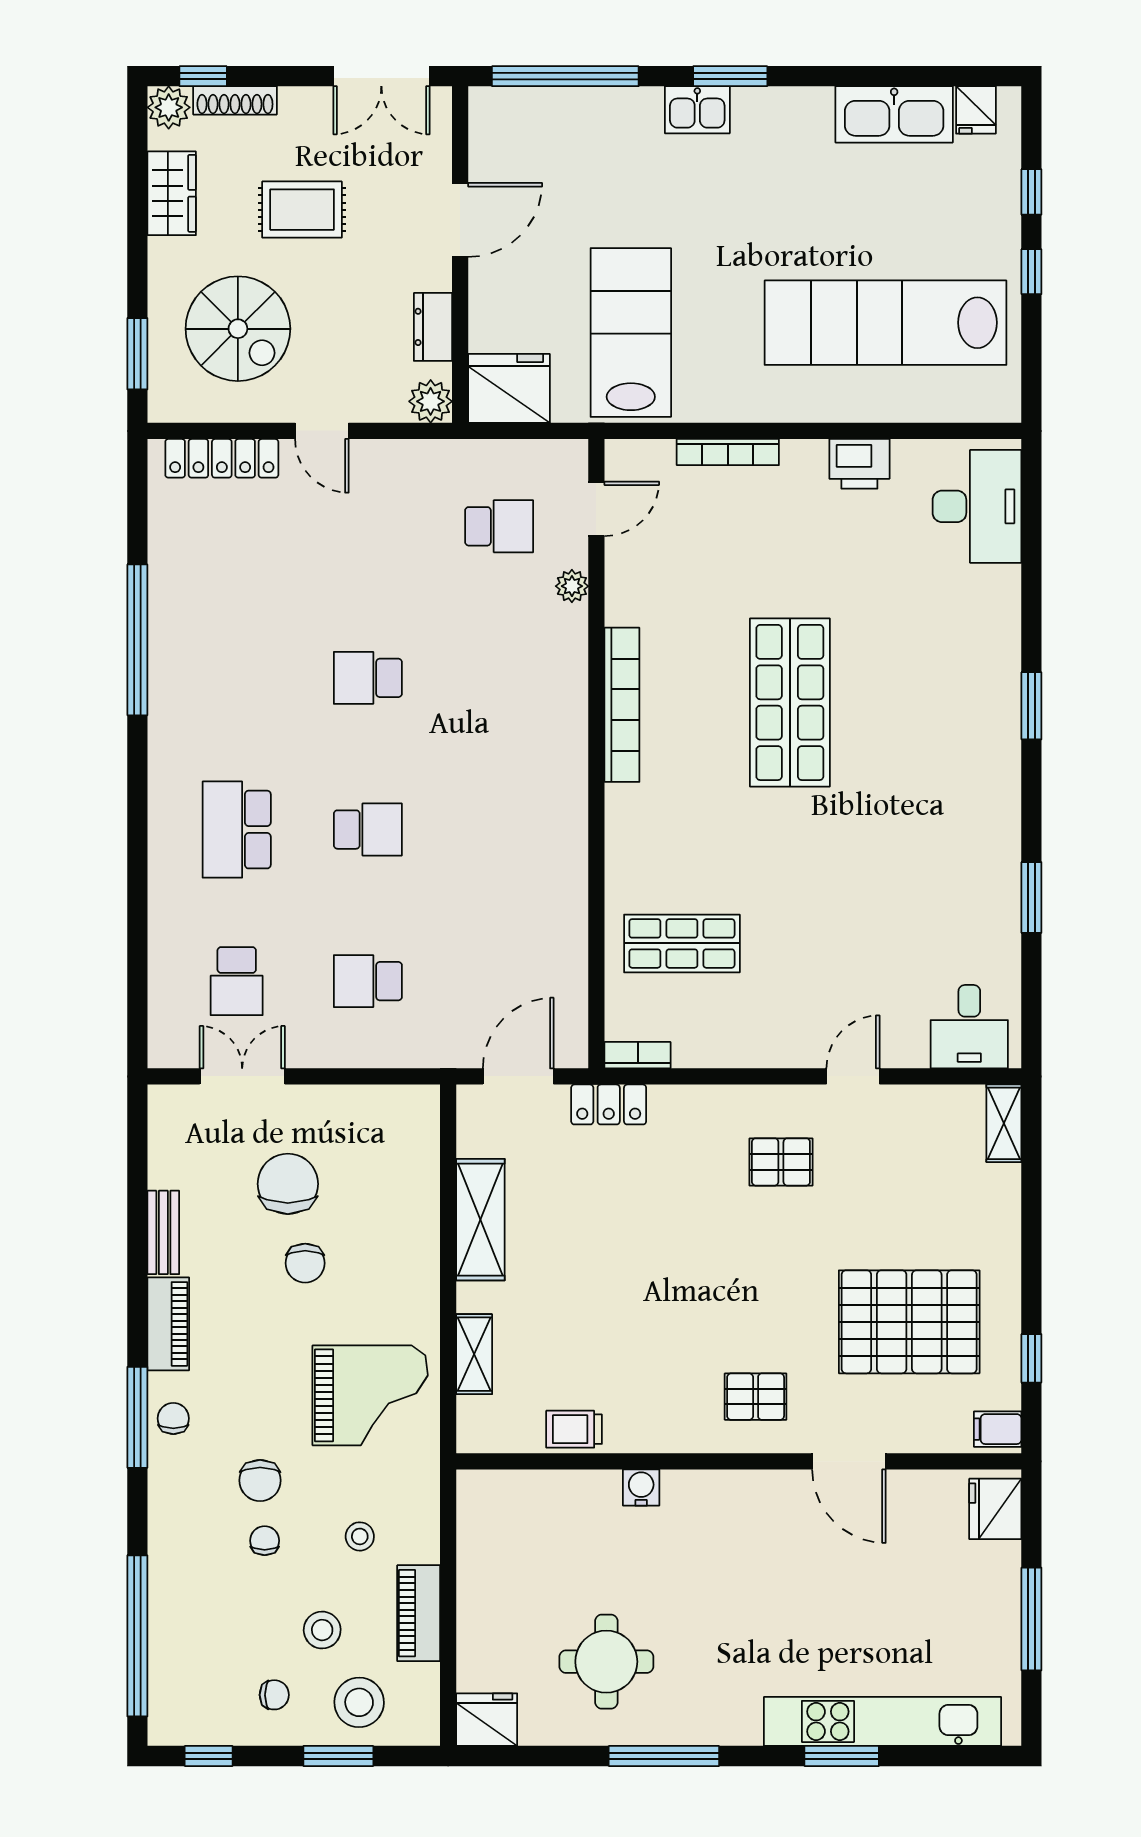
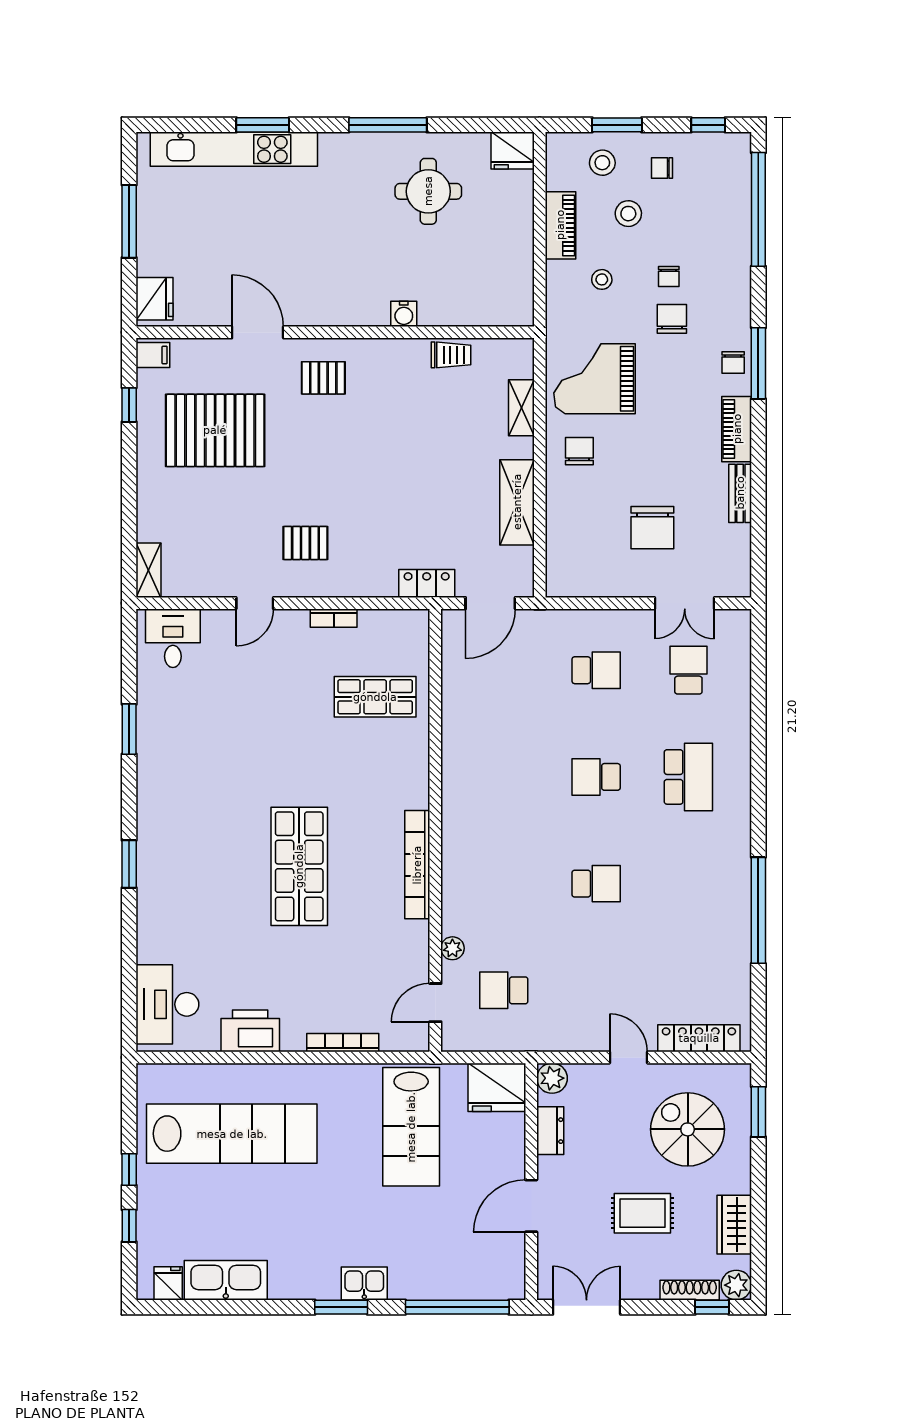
printer: (859, 464) -> (250, 1031), width x1.37, depth x1.19
bookcase: (638, 1055) -> (334, 618), moved
chair: (305, 1263) -> (579, 451), moved
stool: (359, 1702) -> (602, 163), width x0.73, depth x0.73

